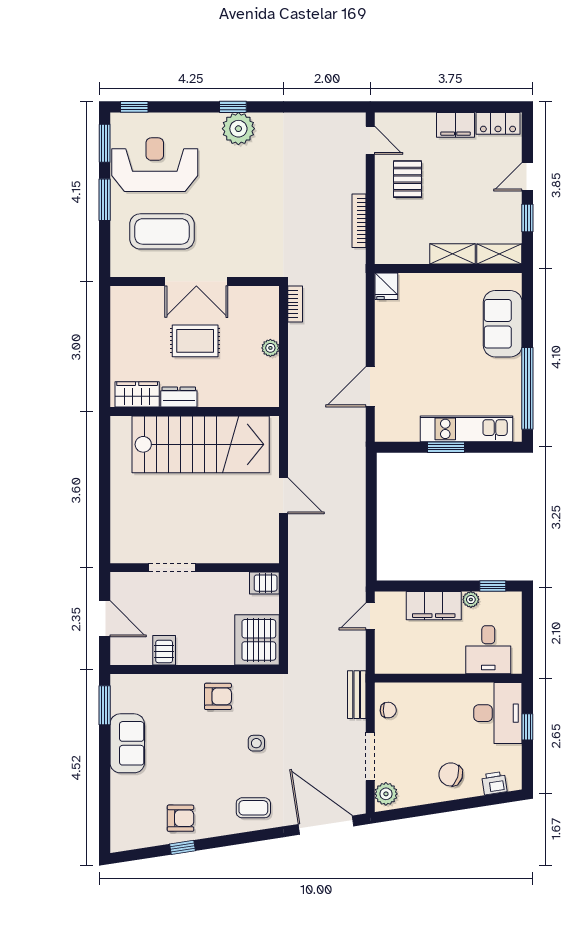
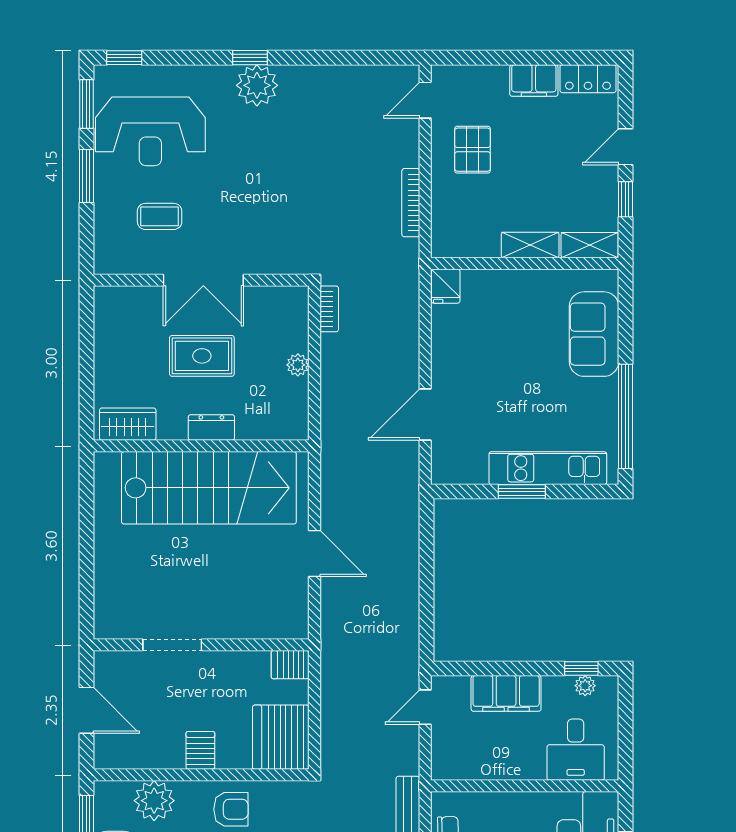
door: (370, 140) -> (425, 100), swing flipped
reception desk: (155, 165) -> (150, 131), turned 180
coffee table: (162, 231) -> (160, 216), width x0.54, depth x0.58
dresser: (179, 397) -> (211, 428), moved
plant: (471, 600) -> (585, 686), moved
server rack: (164, 650) -> (200, 750), moved
plant: (158, 690) -> (154, 801), added

